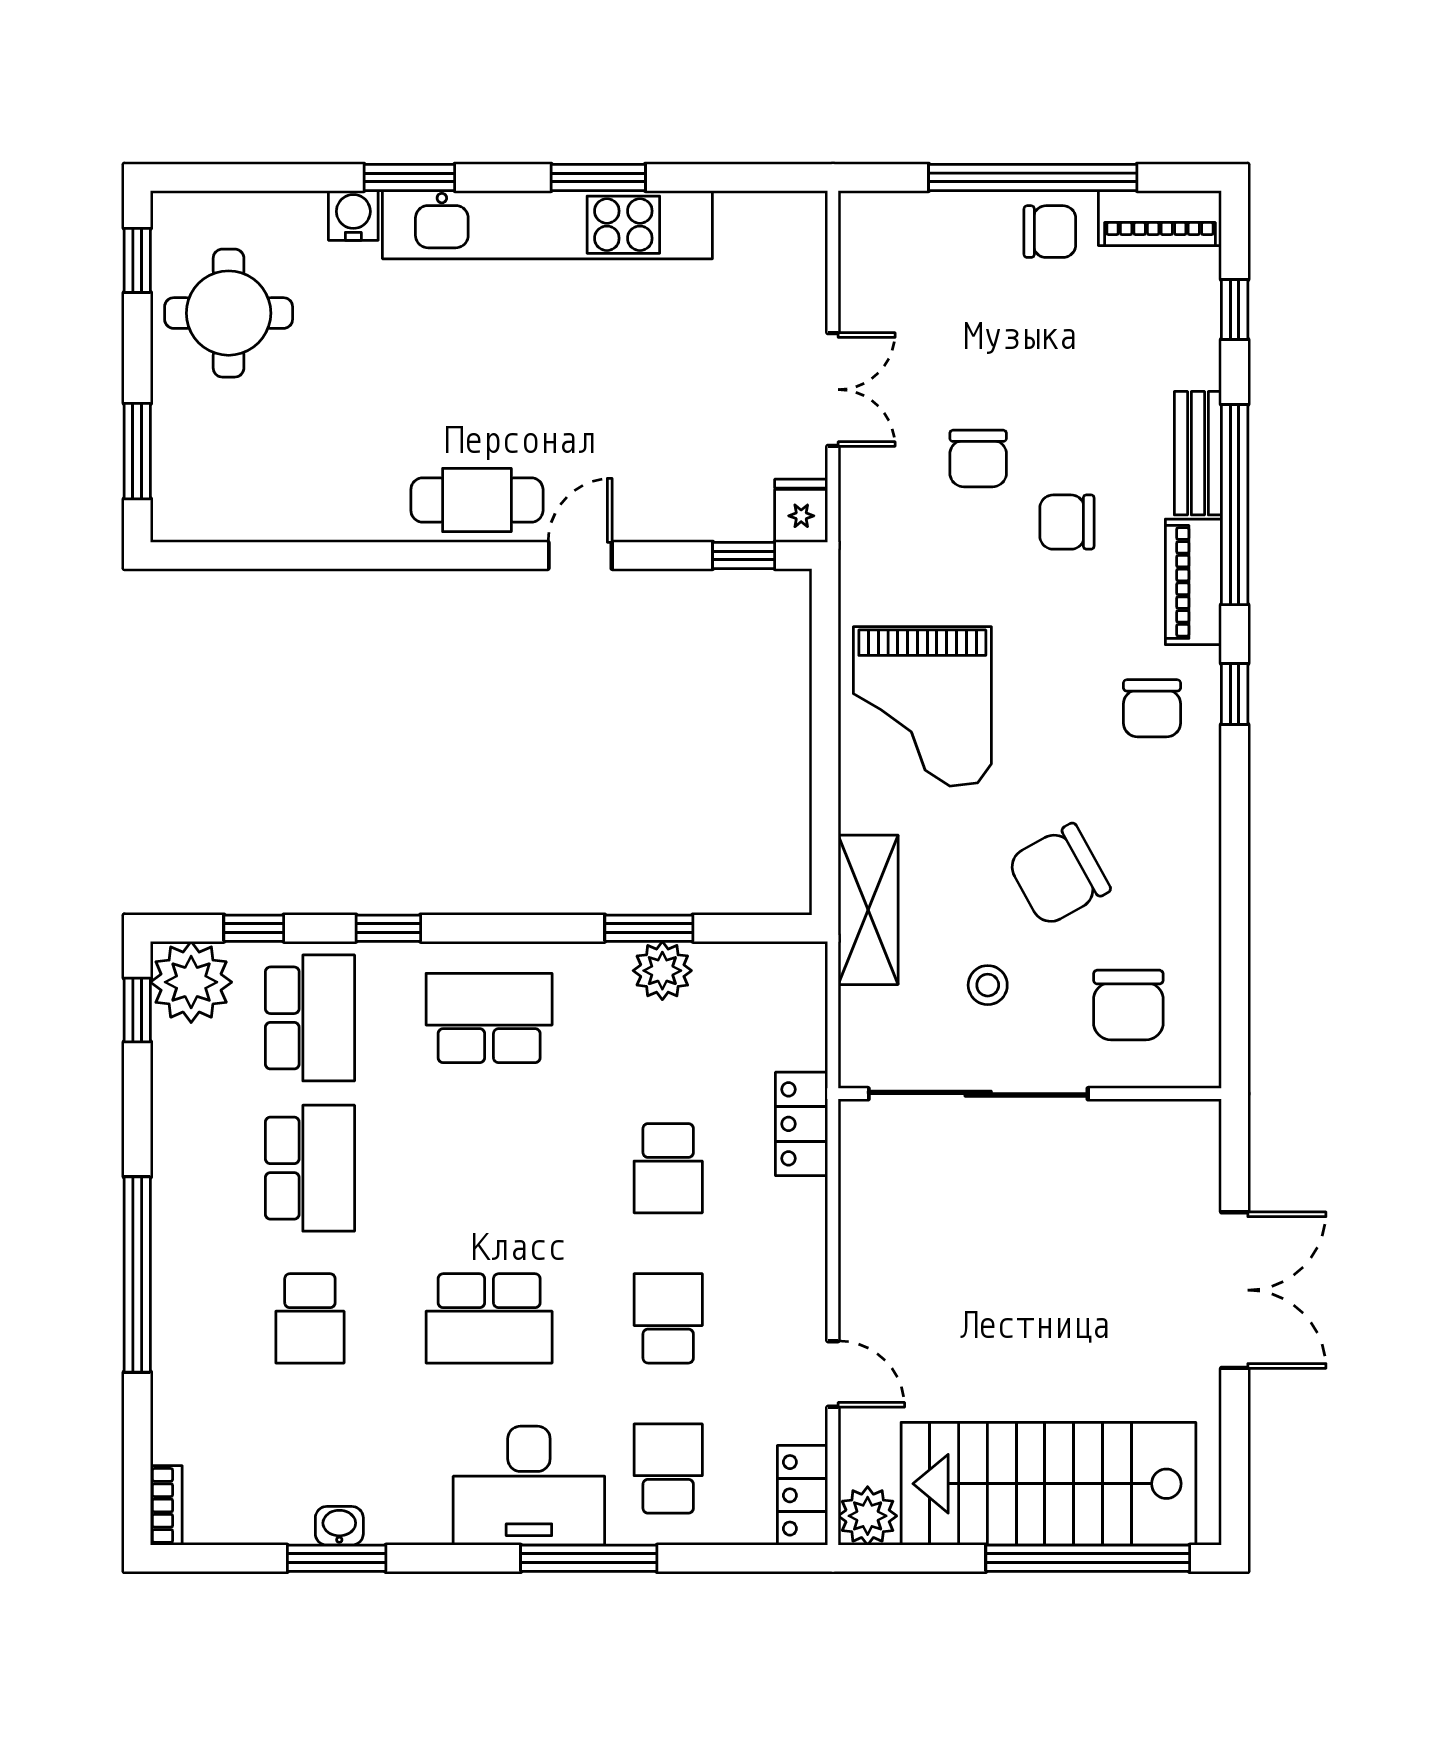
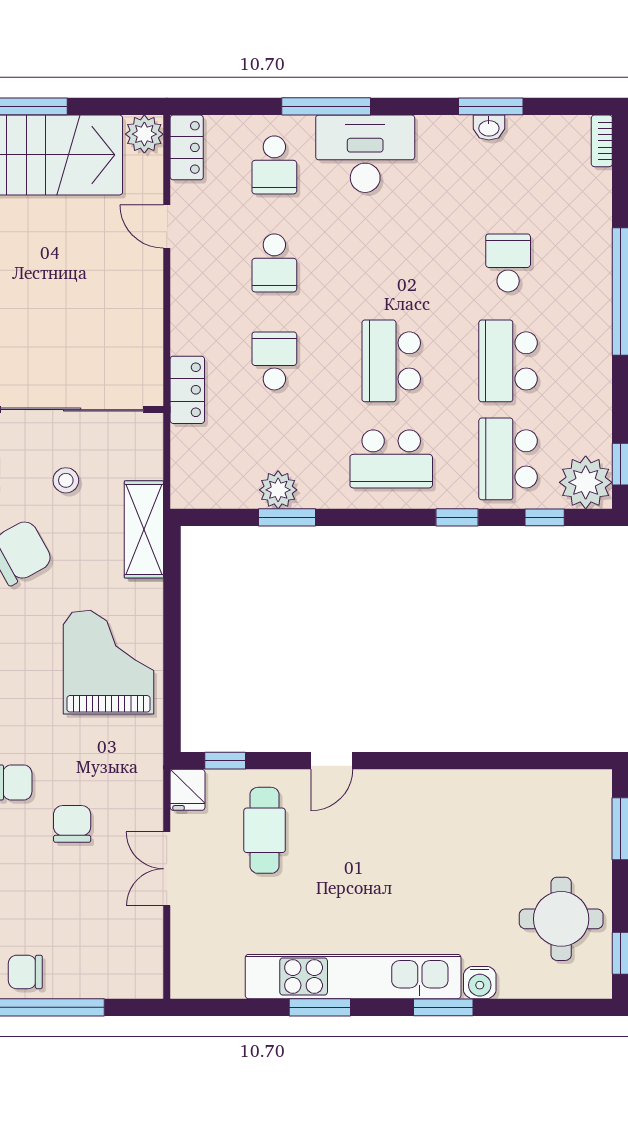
cafe table: (477, 500) -> (265, 830), moved, turned 90
school desk: (489, 1318) -> (391, 361), moved, turned -90

